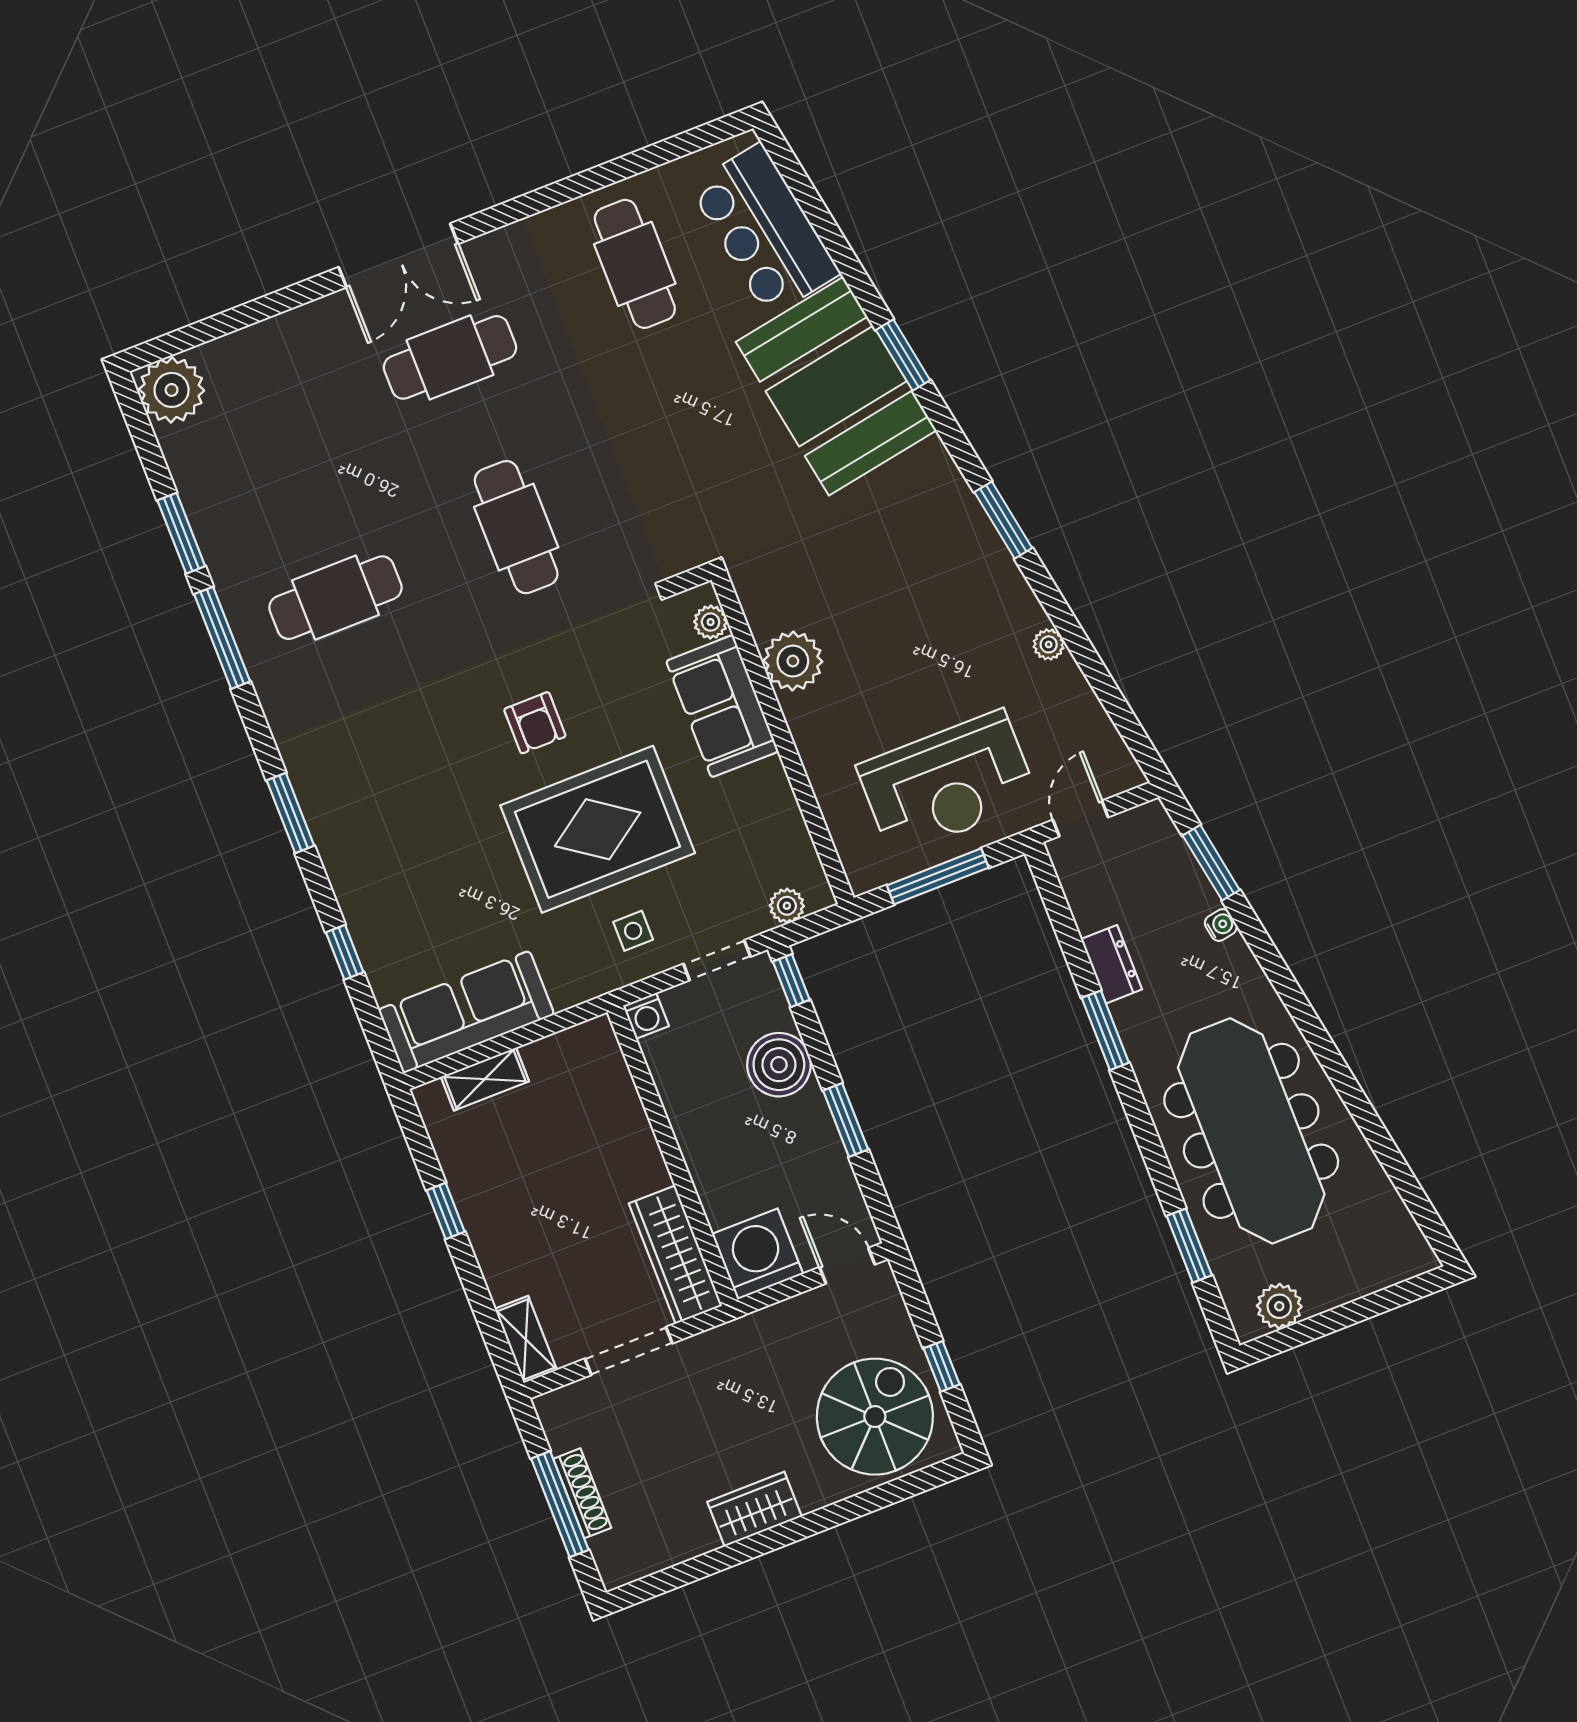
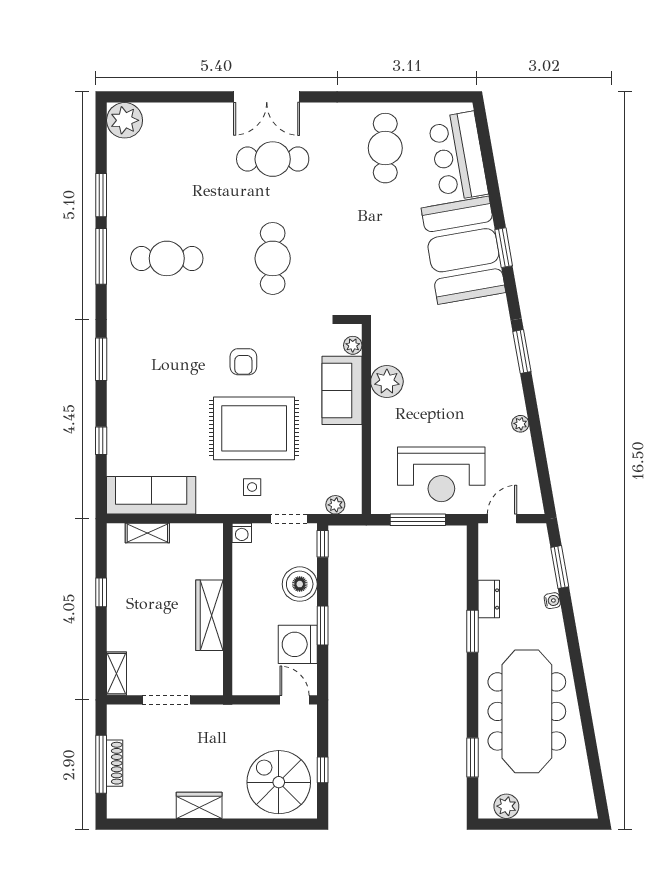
washing machine: (758, 1254) -> (298, 644), moved, turned -90
wardrobe: (675, 1255) -> (209, 615), moved
spiral stairs: (875, 1417) -> (279, 782), turned -90

